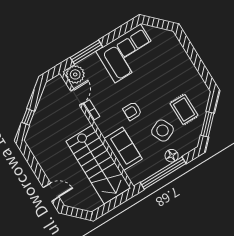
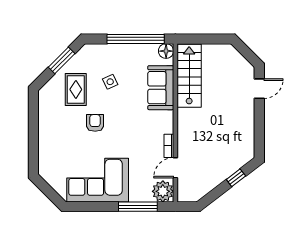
armchair: (132, 111) -> (95, 123), moved, turned -90
side table: (162, 131) -> (110, 82), width x0.54, depth x0.54
floor lamp: (172, 156) -> (166, 51), moved
stairs: (98, 165) -> (189, 76), width x0.73, depth x0.66
door: (51, 192) -> (259, 89), swing flipped

